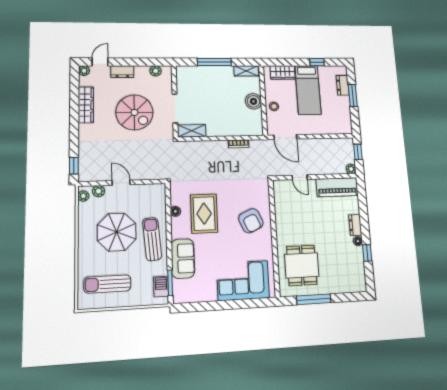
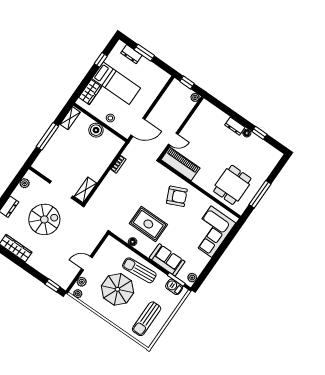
piano: (337, 187) -> (180, 164), moved, turned -90
dining table: (302, 265) -> (232, 185), turned 90
plant: (184, 297) -> (192, 278), added

